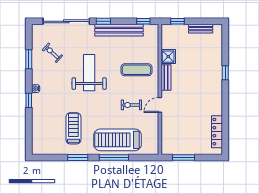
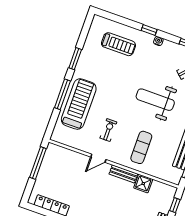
weight bench: (89, 73) -> (155, 100), turned 180
door: (160, 105) -> (98, 158), swing flipped
treadmill: (73, 128) -> (118, 44), moved
window: (183, 158) -> (38, 163), width x1.44

